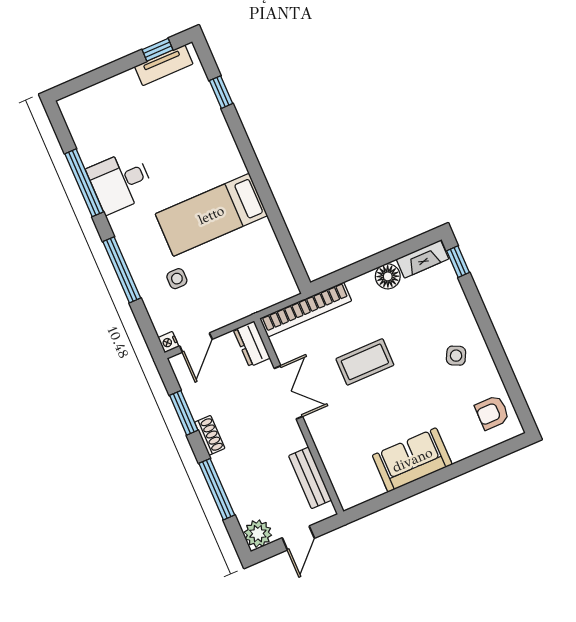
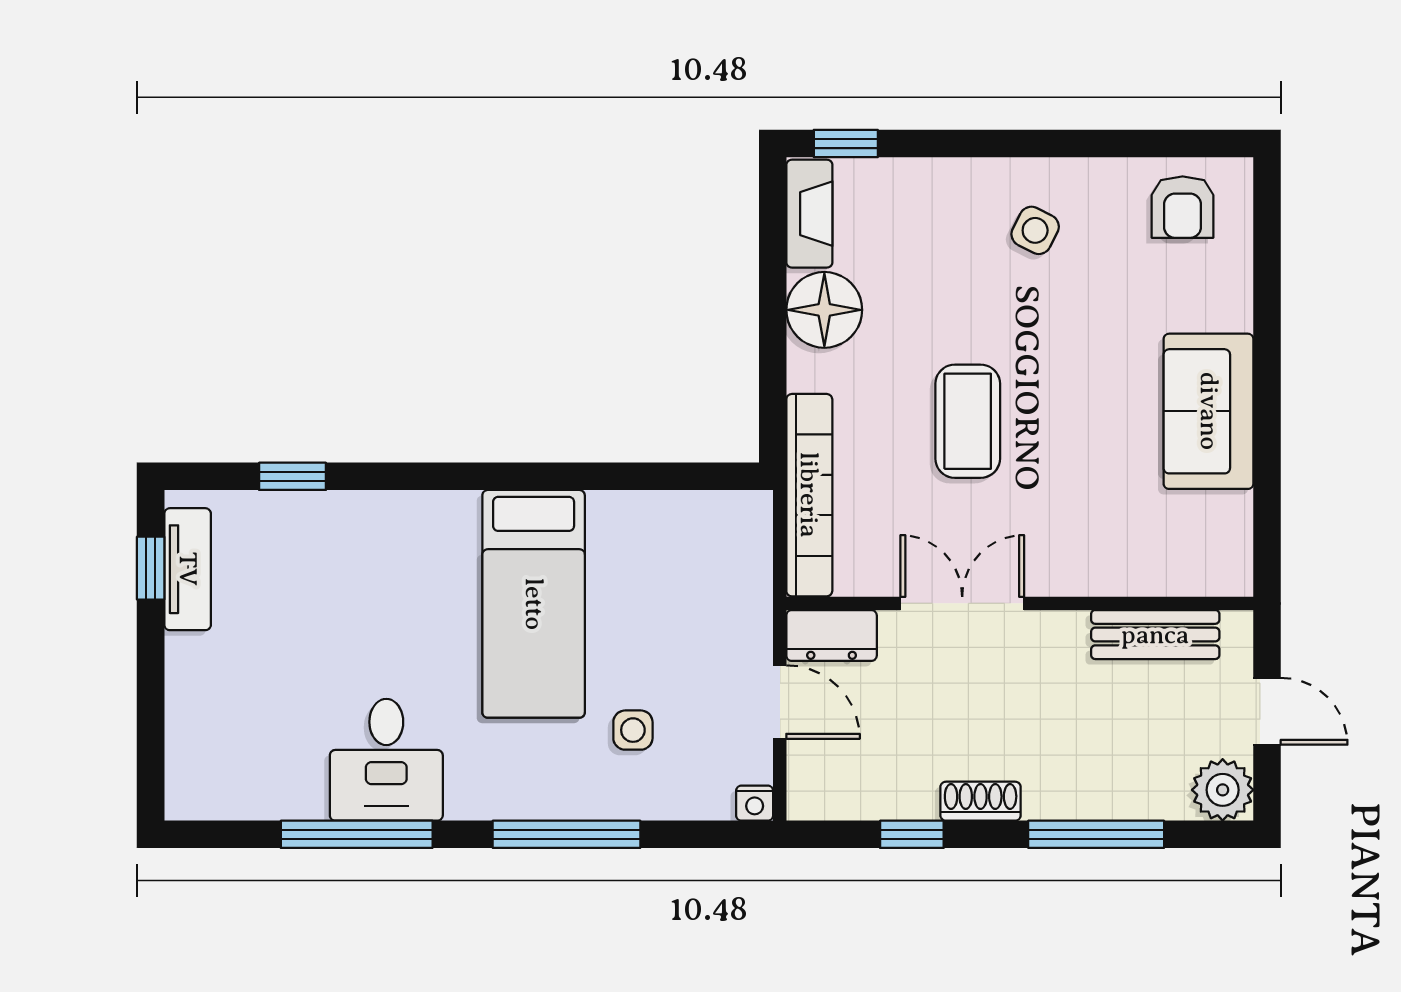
floor lamp: (388, 276) -> (824, 310), width x1.38, depth x1.38
door: (196, 343) -> (780, 702), moved
window: (184, 413) -> (912, 834), width x0.67

